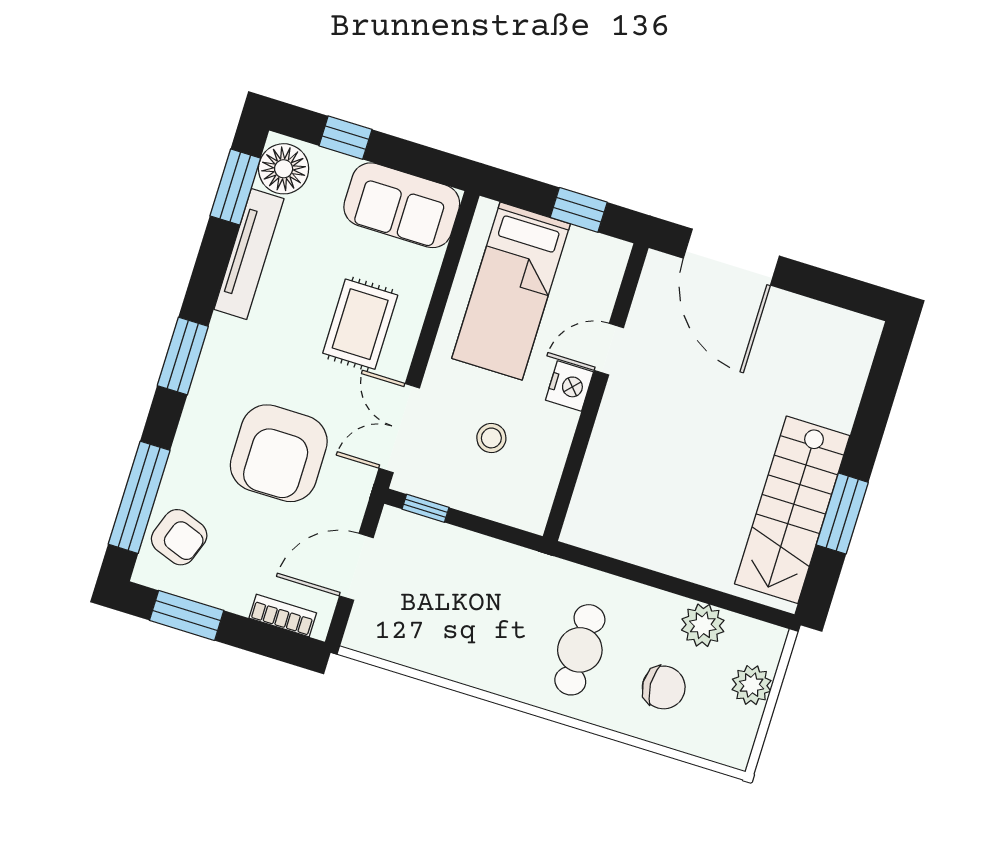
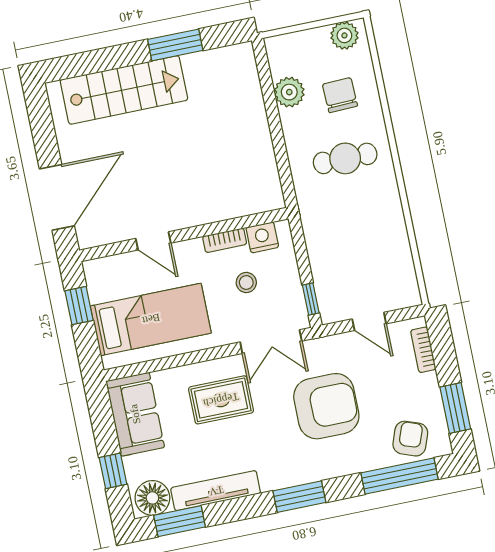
nightstand: (570, 386) -> (262, 237), moved
bookcase: (560, 440) -> (225, 240), added
stairs: (792, 510) -> (124, 90), moved
door: (356, 567) -> (369, 321), width x0.73
plant: (752, 685) -> (344, 35), moved

